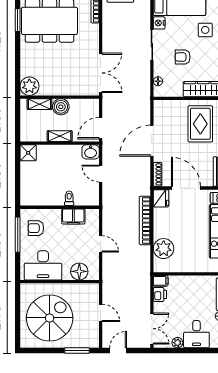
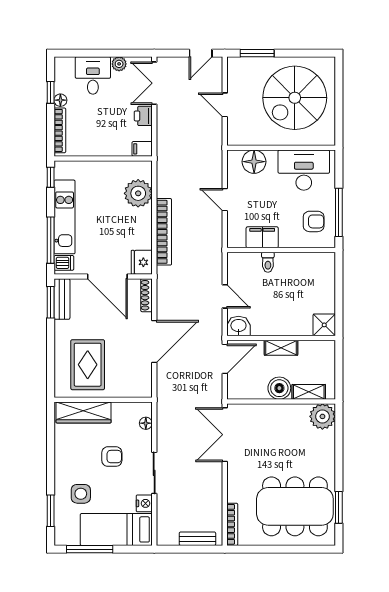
printer: (160, 294) -> (143, 116), moved

